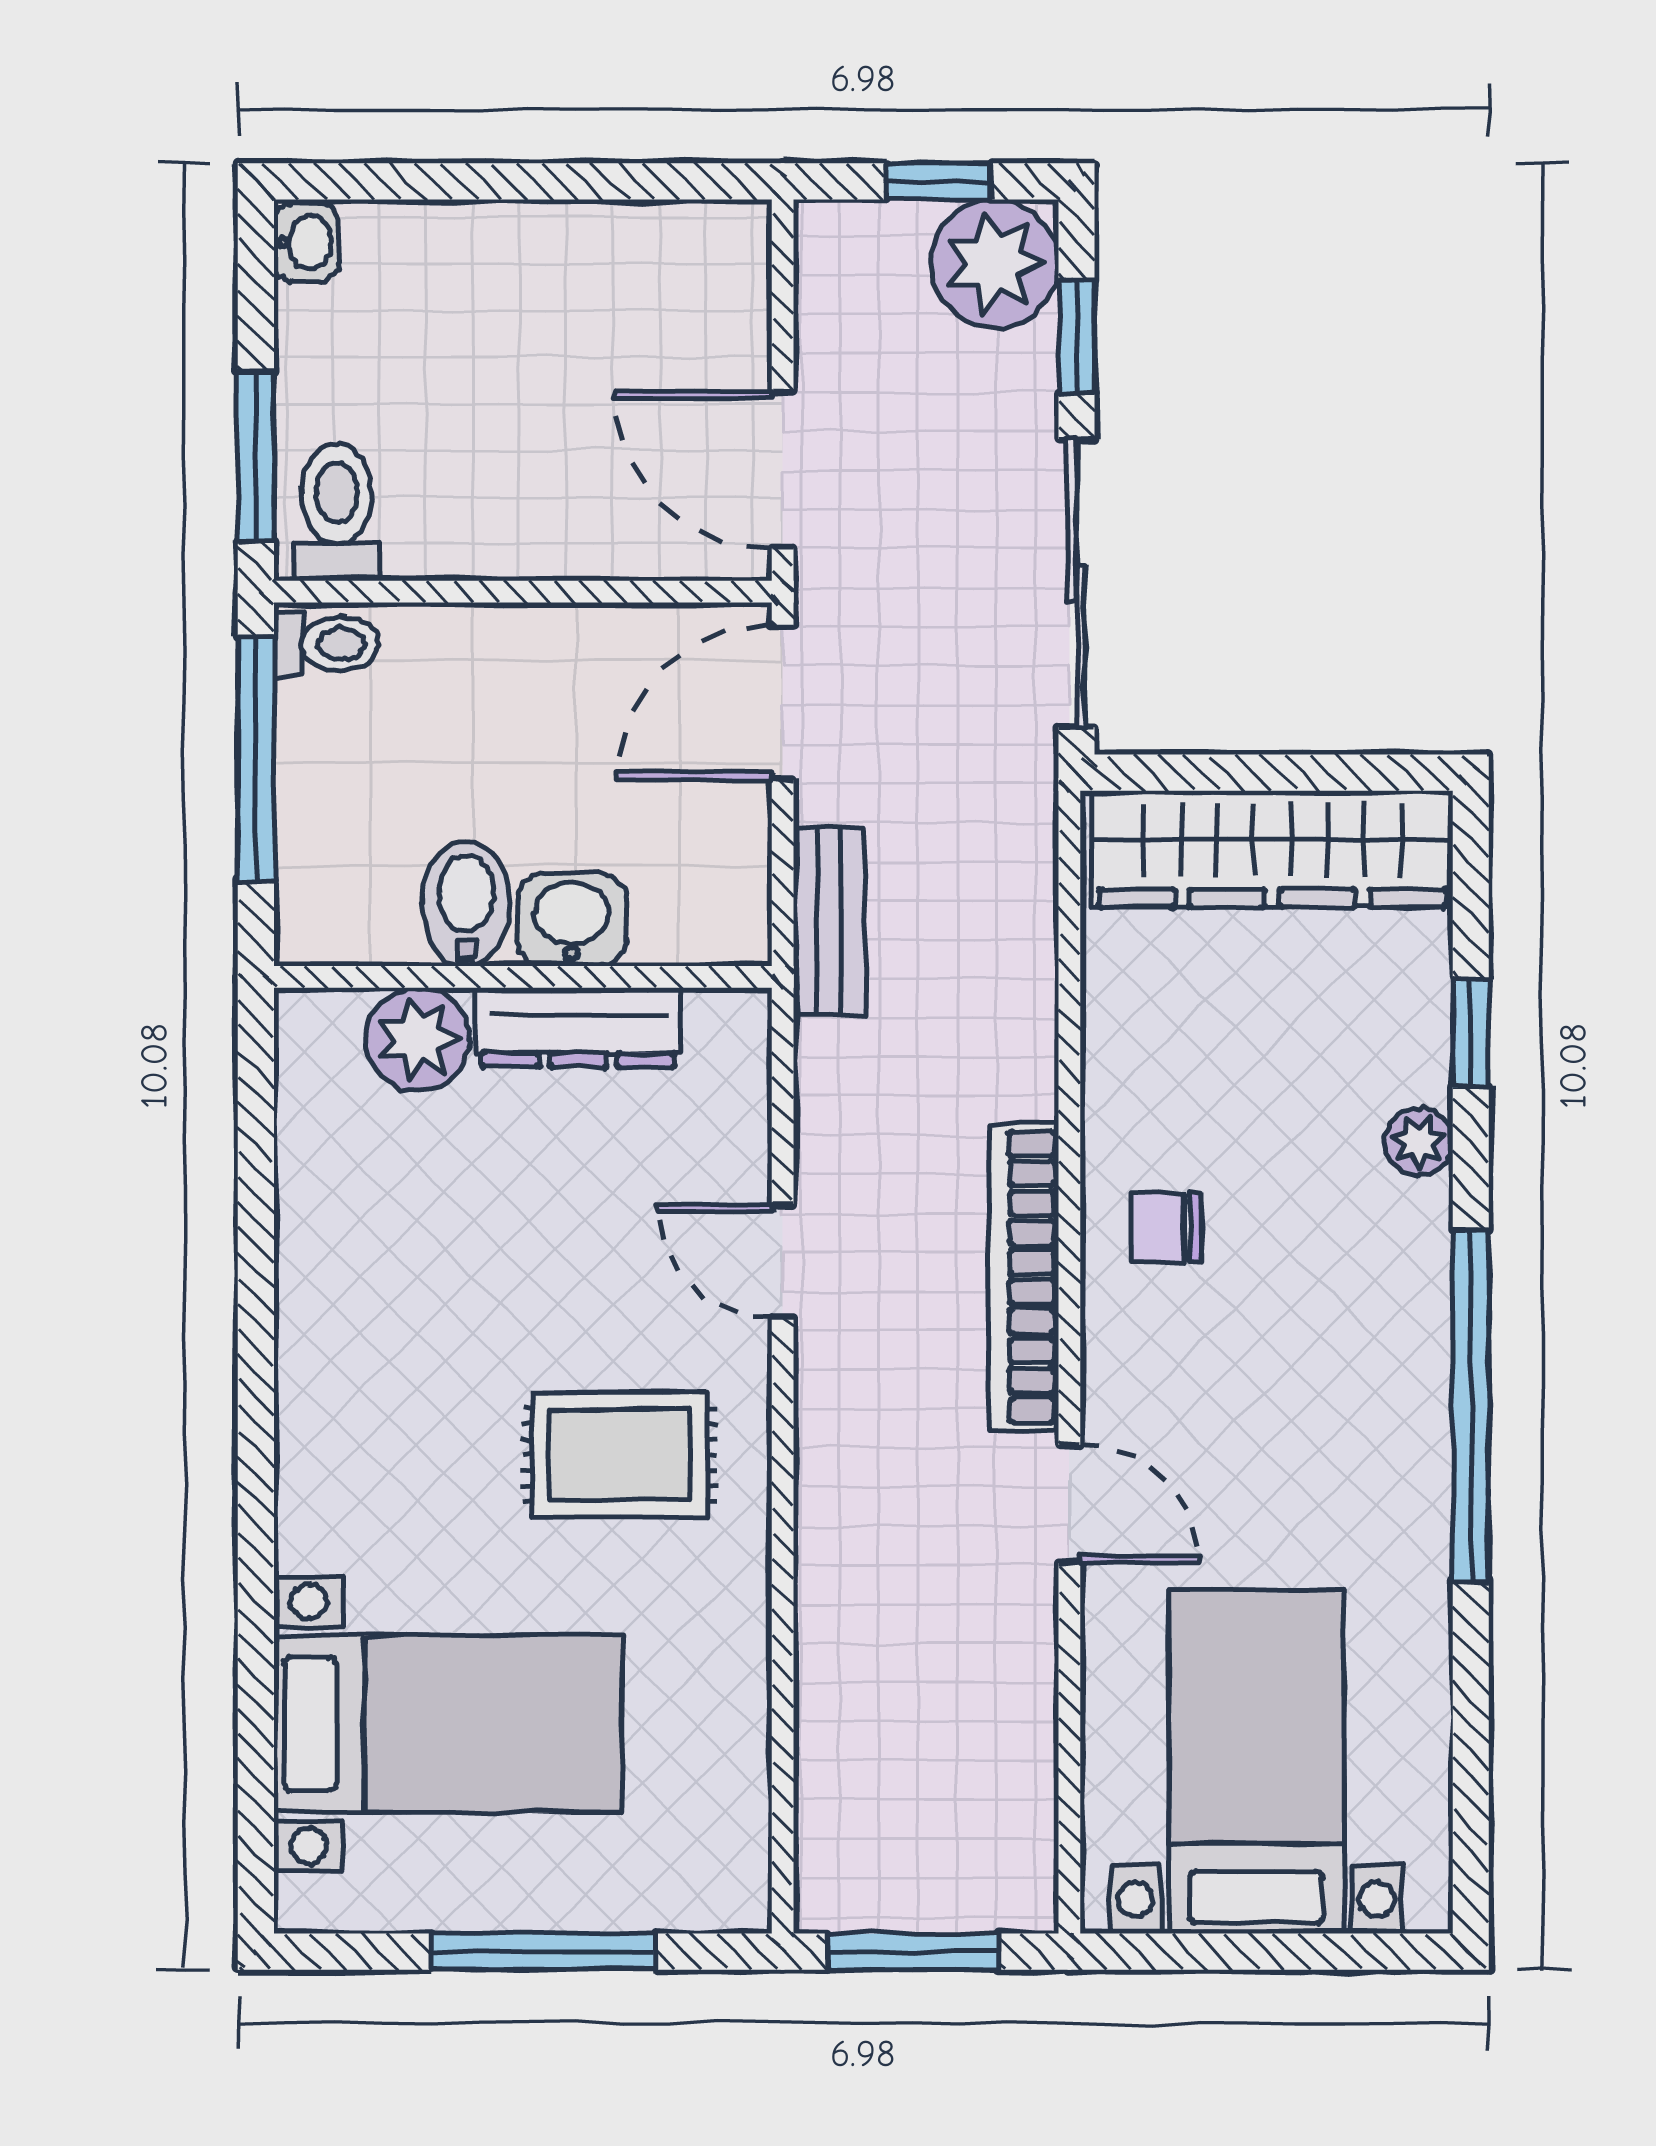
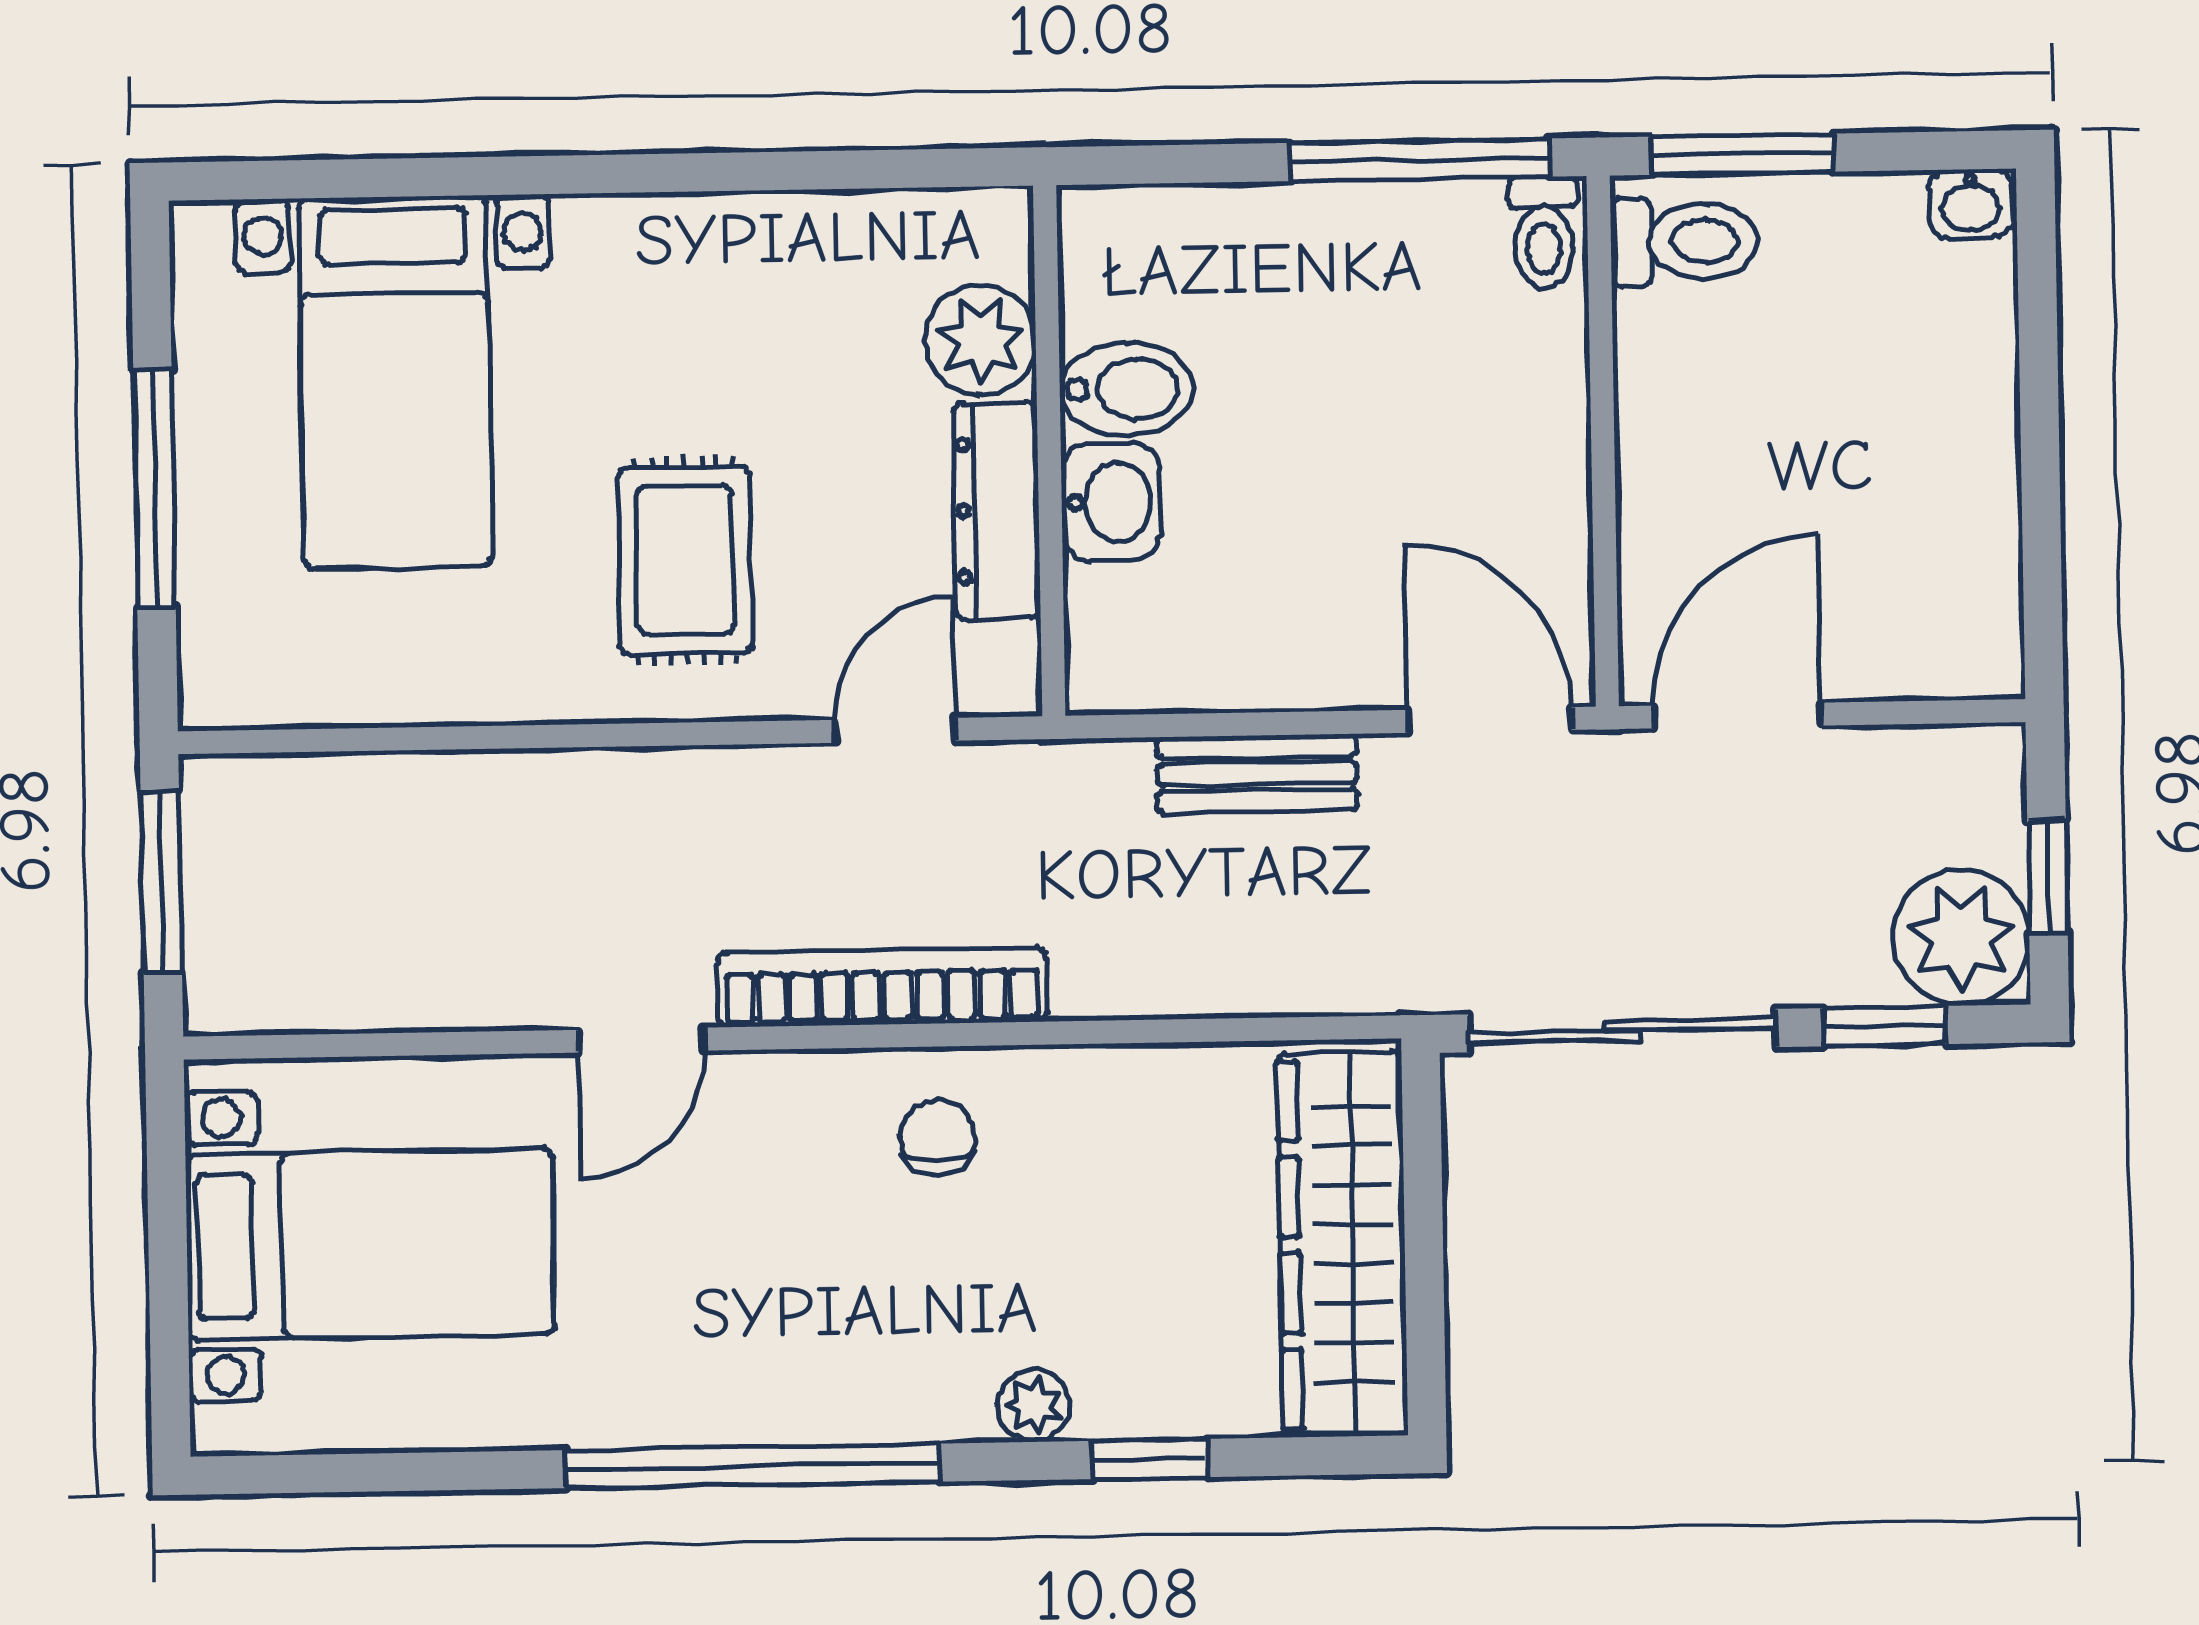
bidet: (466, 903) -> (1127, 389), moved
washbasin: (572, 920) -> (1111, 502), moved
wall: (523, 977) -> (1049, 451), moved
dresser: (578, 1027) -> (996, 511), moved
plant: (418, 1039) -> (981, 340), moved

